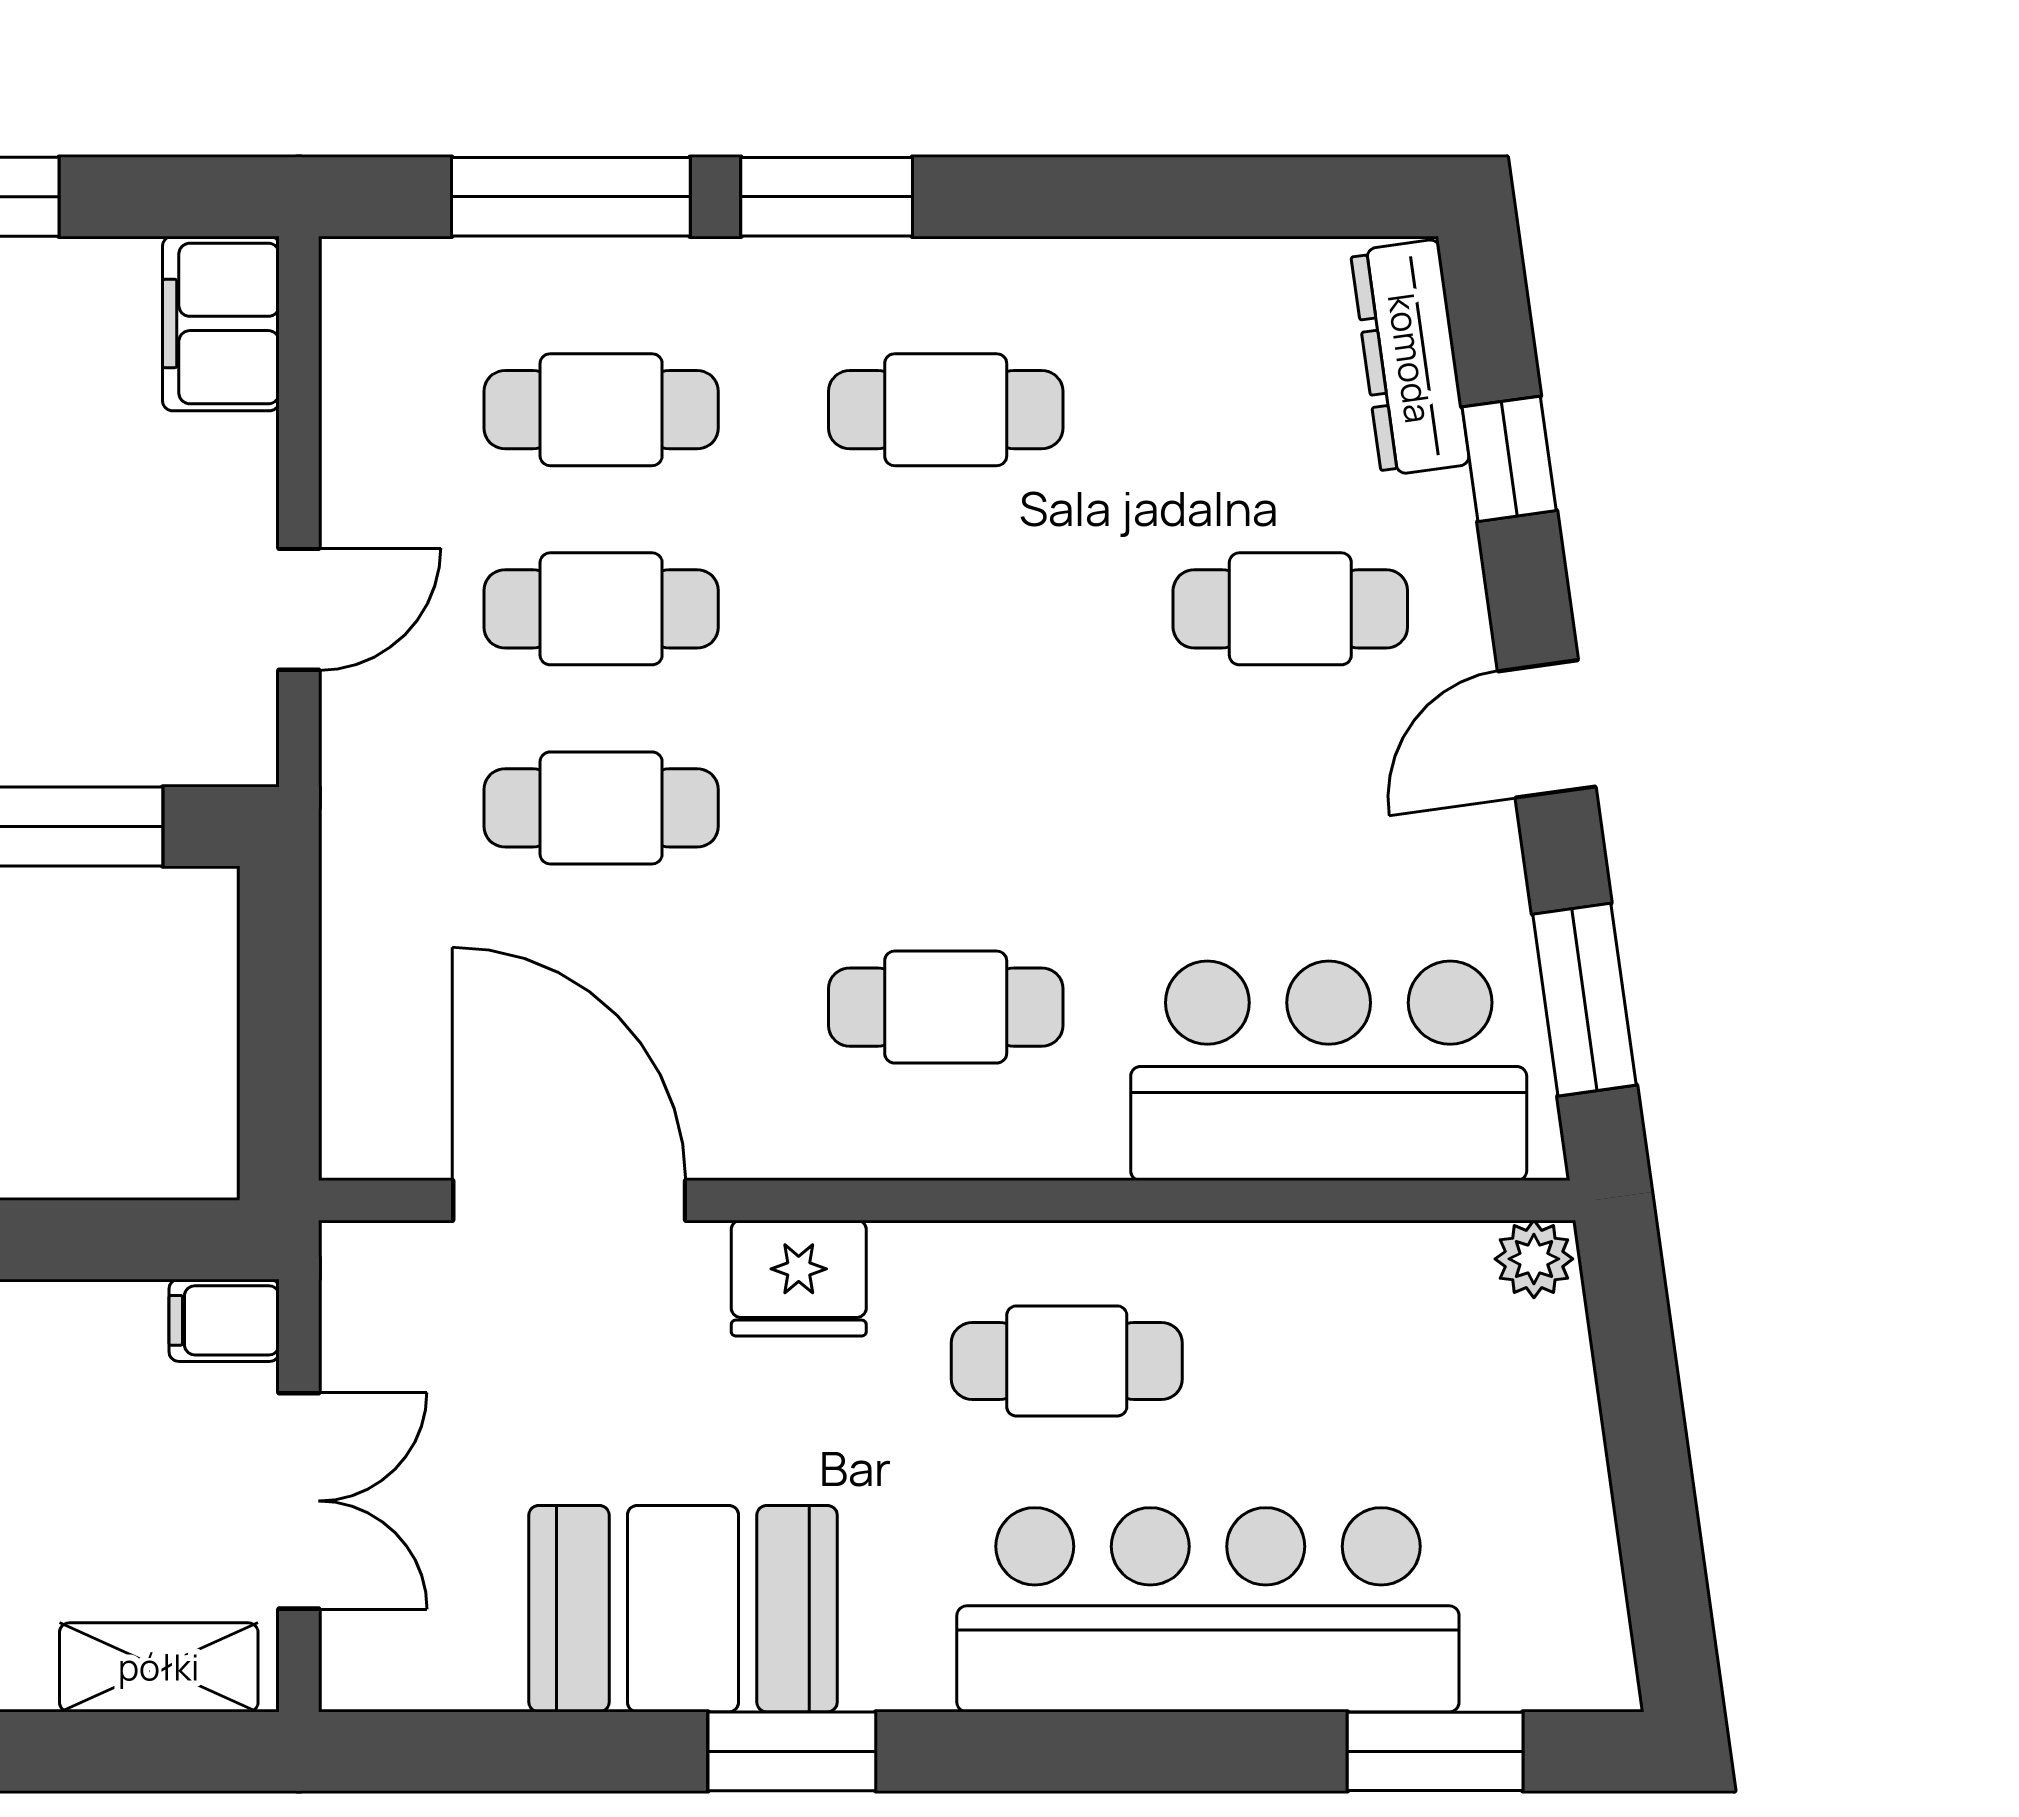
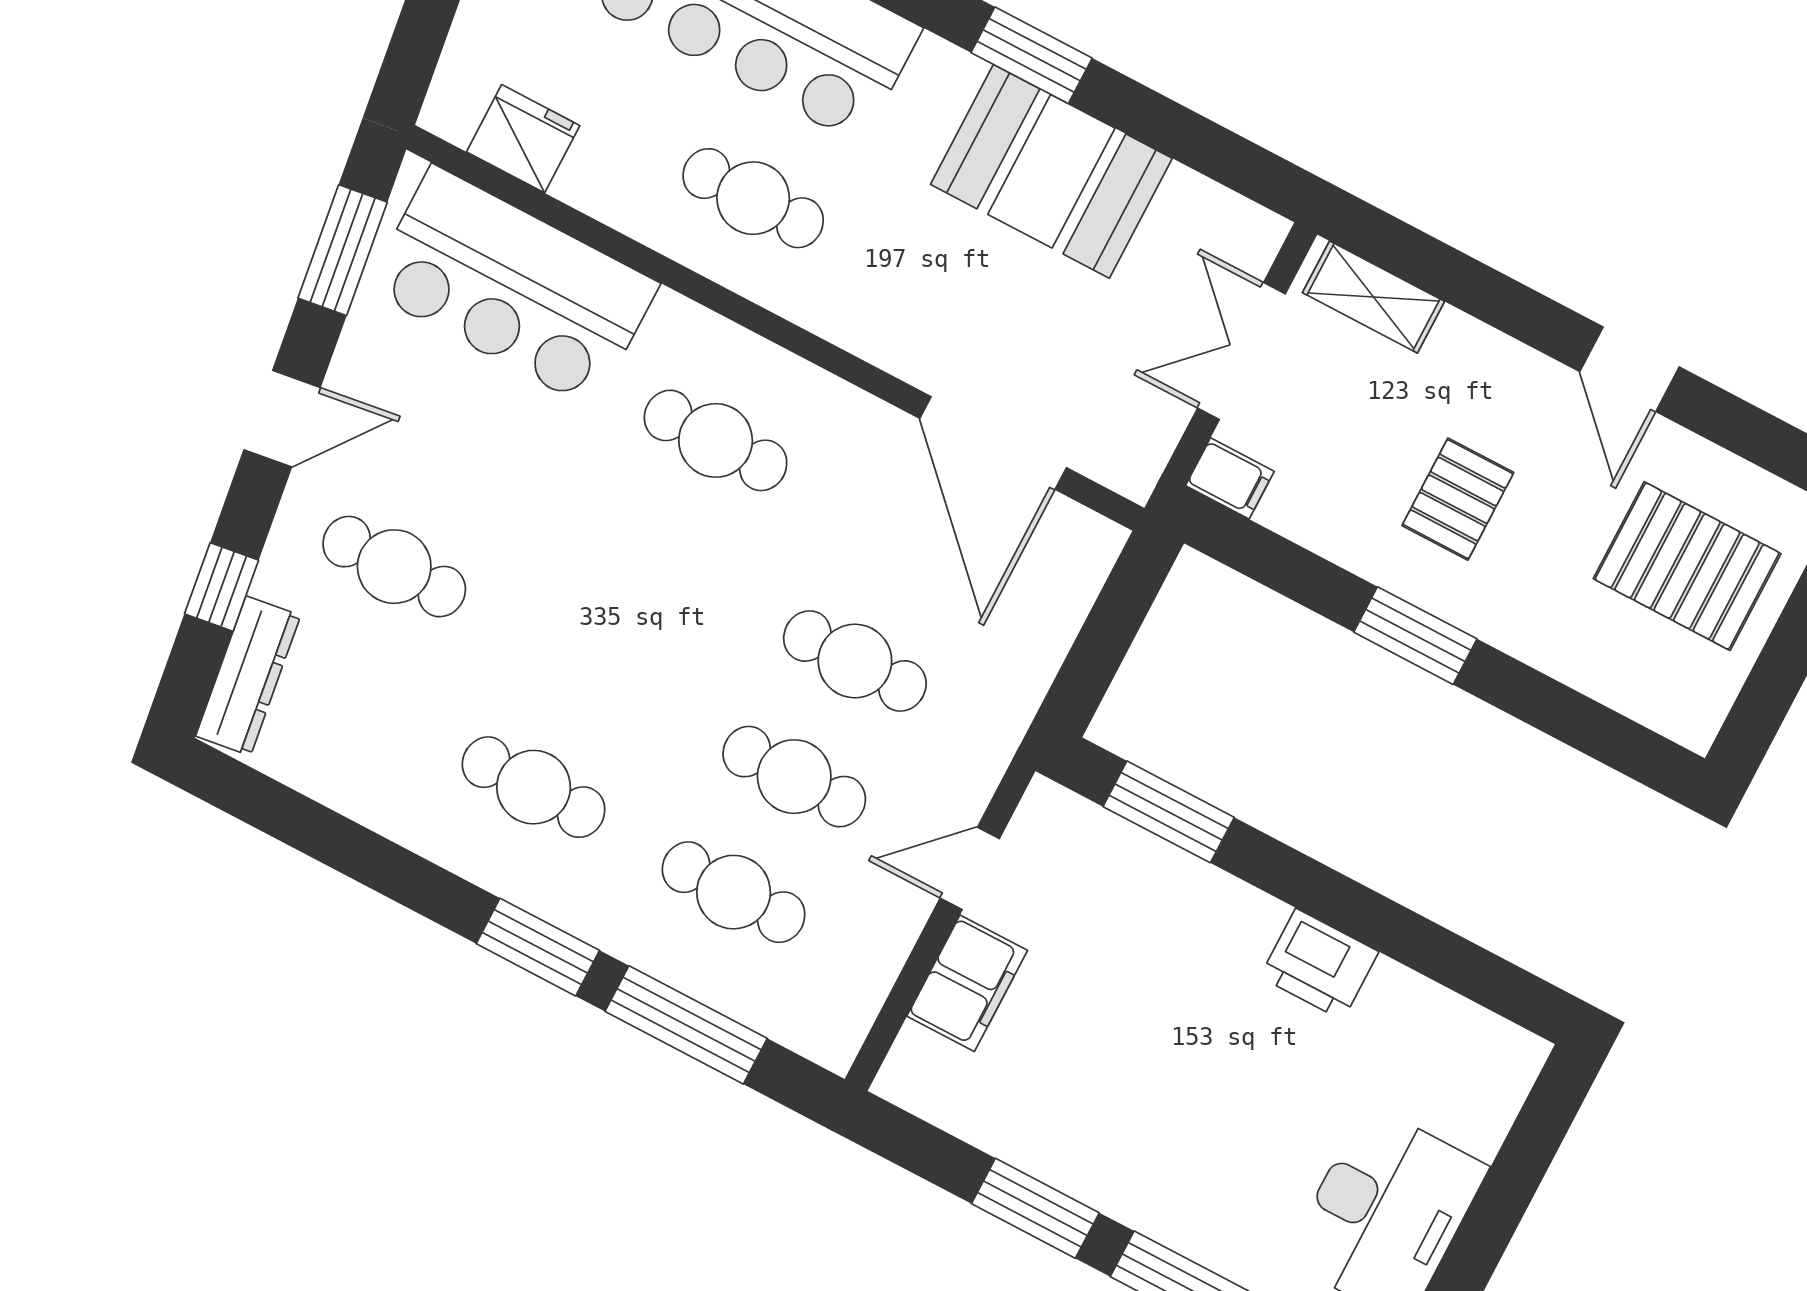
filing cabinet: (221, 323) -> (967, 983), moved
plant: (1534, 1259) -> (451, 115), removed
fridge: (799, 1278) -> (523, 139), moved

